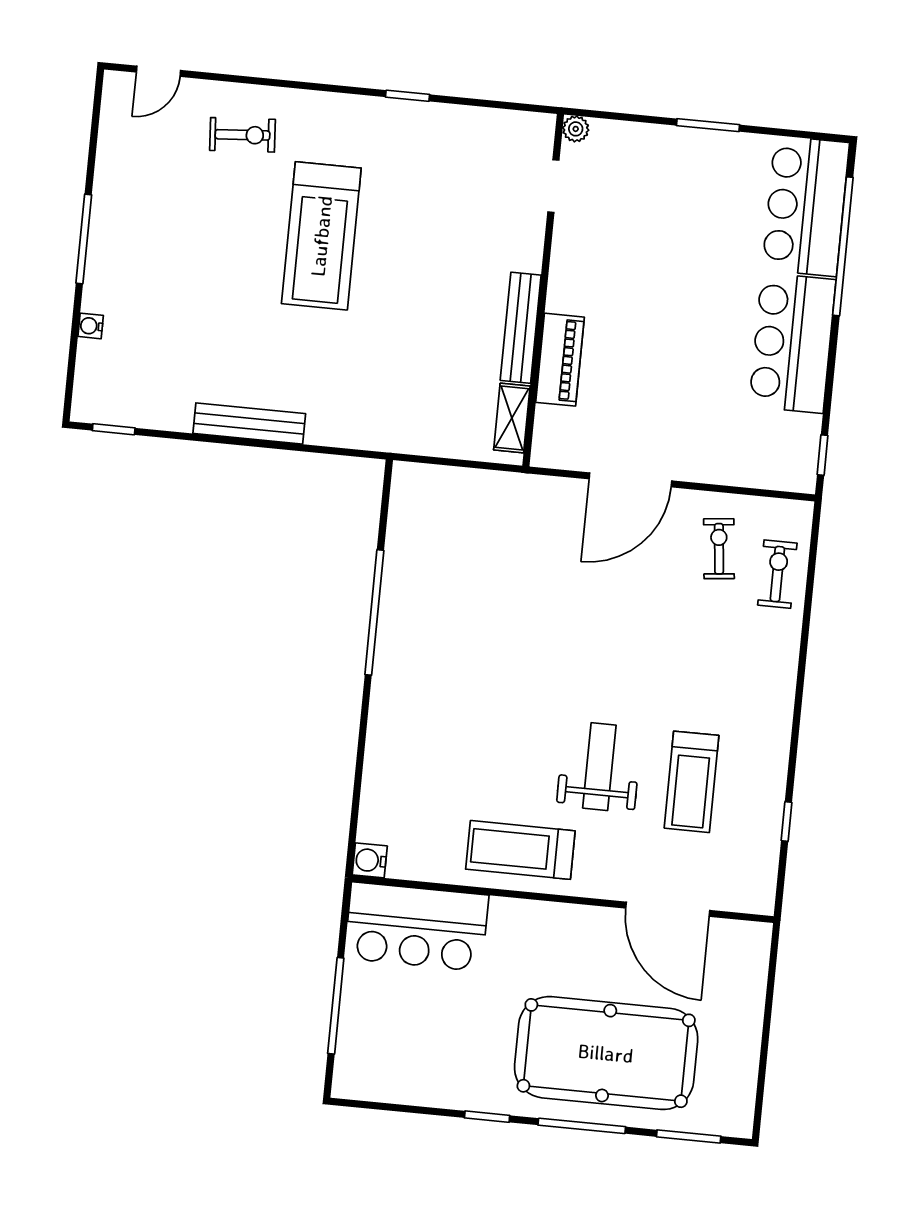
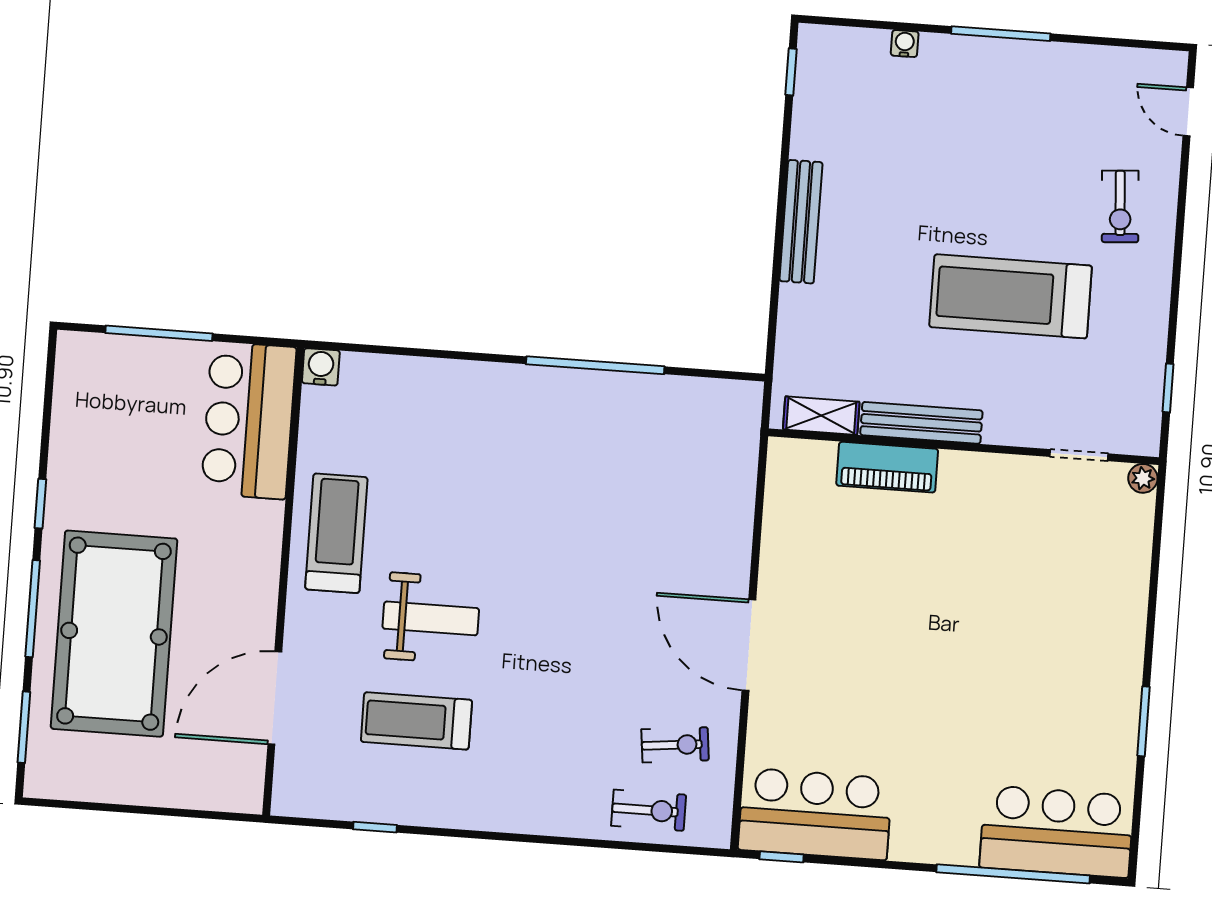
plant: (576, 129) -> (1143, 478), moved
doorway: (553, 186) -> (1079, 455), moved
wall: (543, 290) -> (964, 447), moved
bench: (521, 328) -> (921, 423), moved
bar counter: (792, 343) -> (815, 814), moved
piano: (560, 360) -> (887, 467), moved
shelving: (512, 418) -> (821, 416), moved

